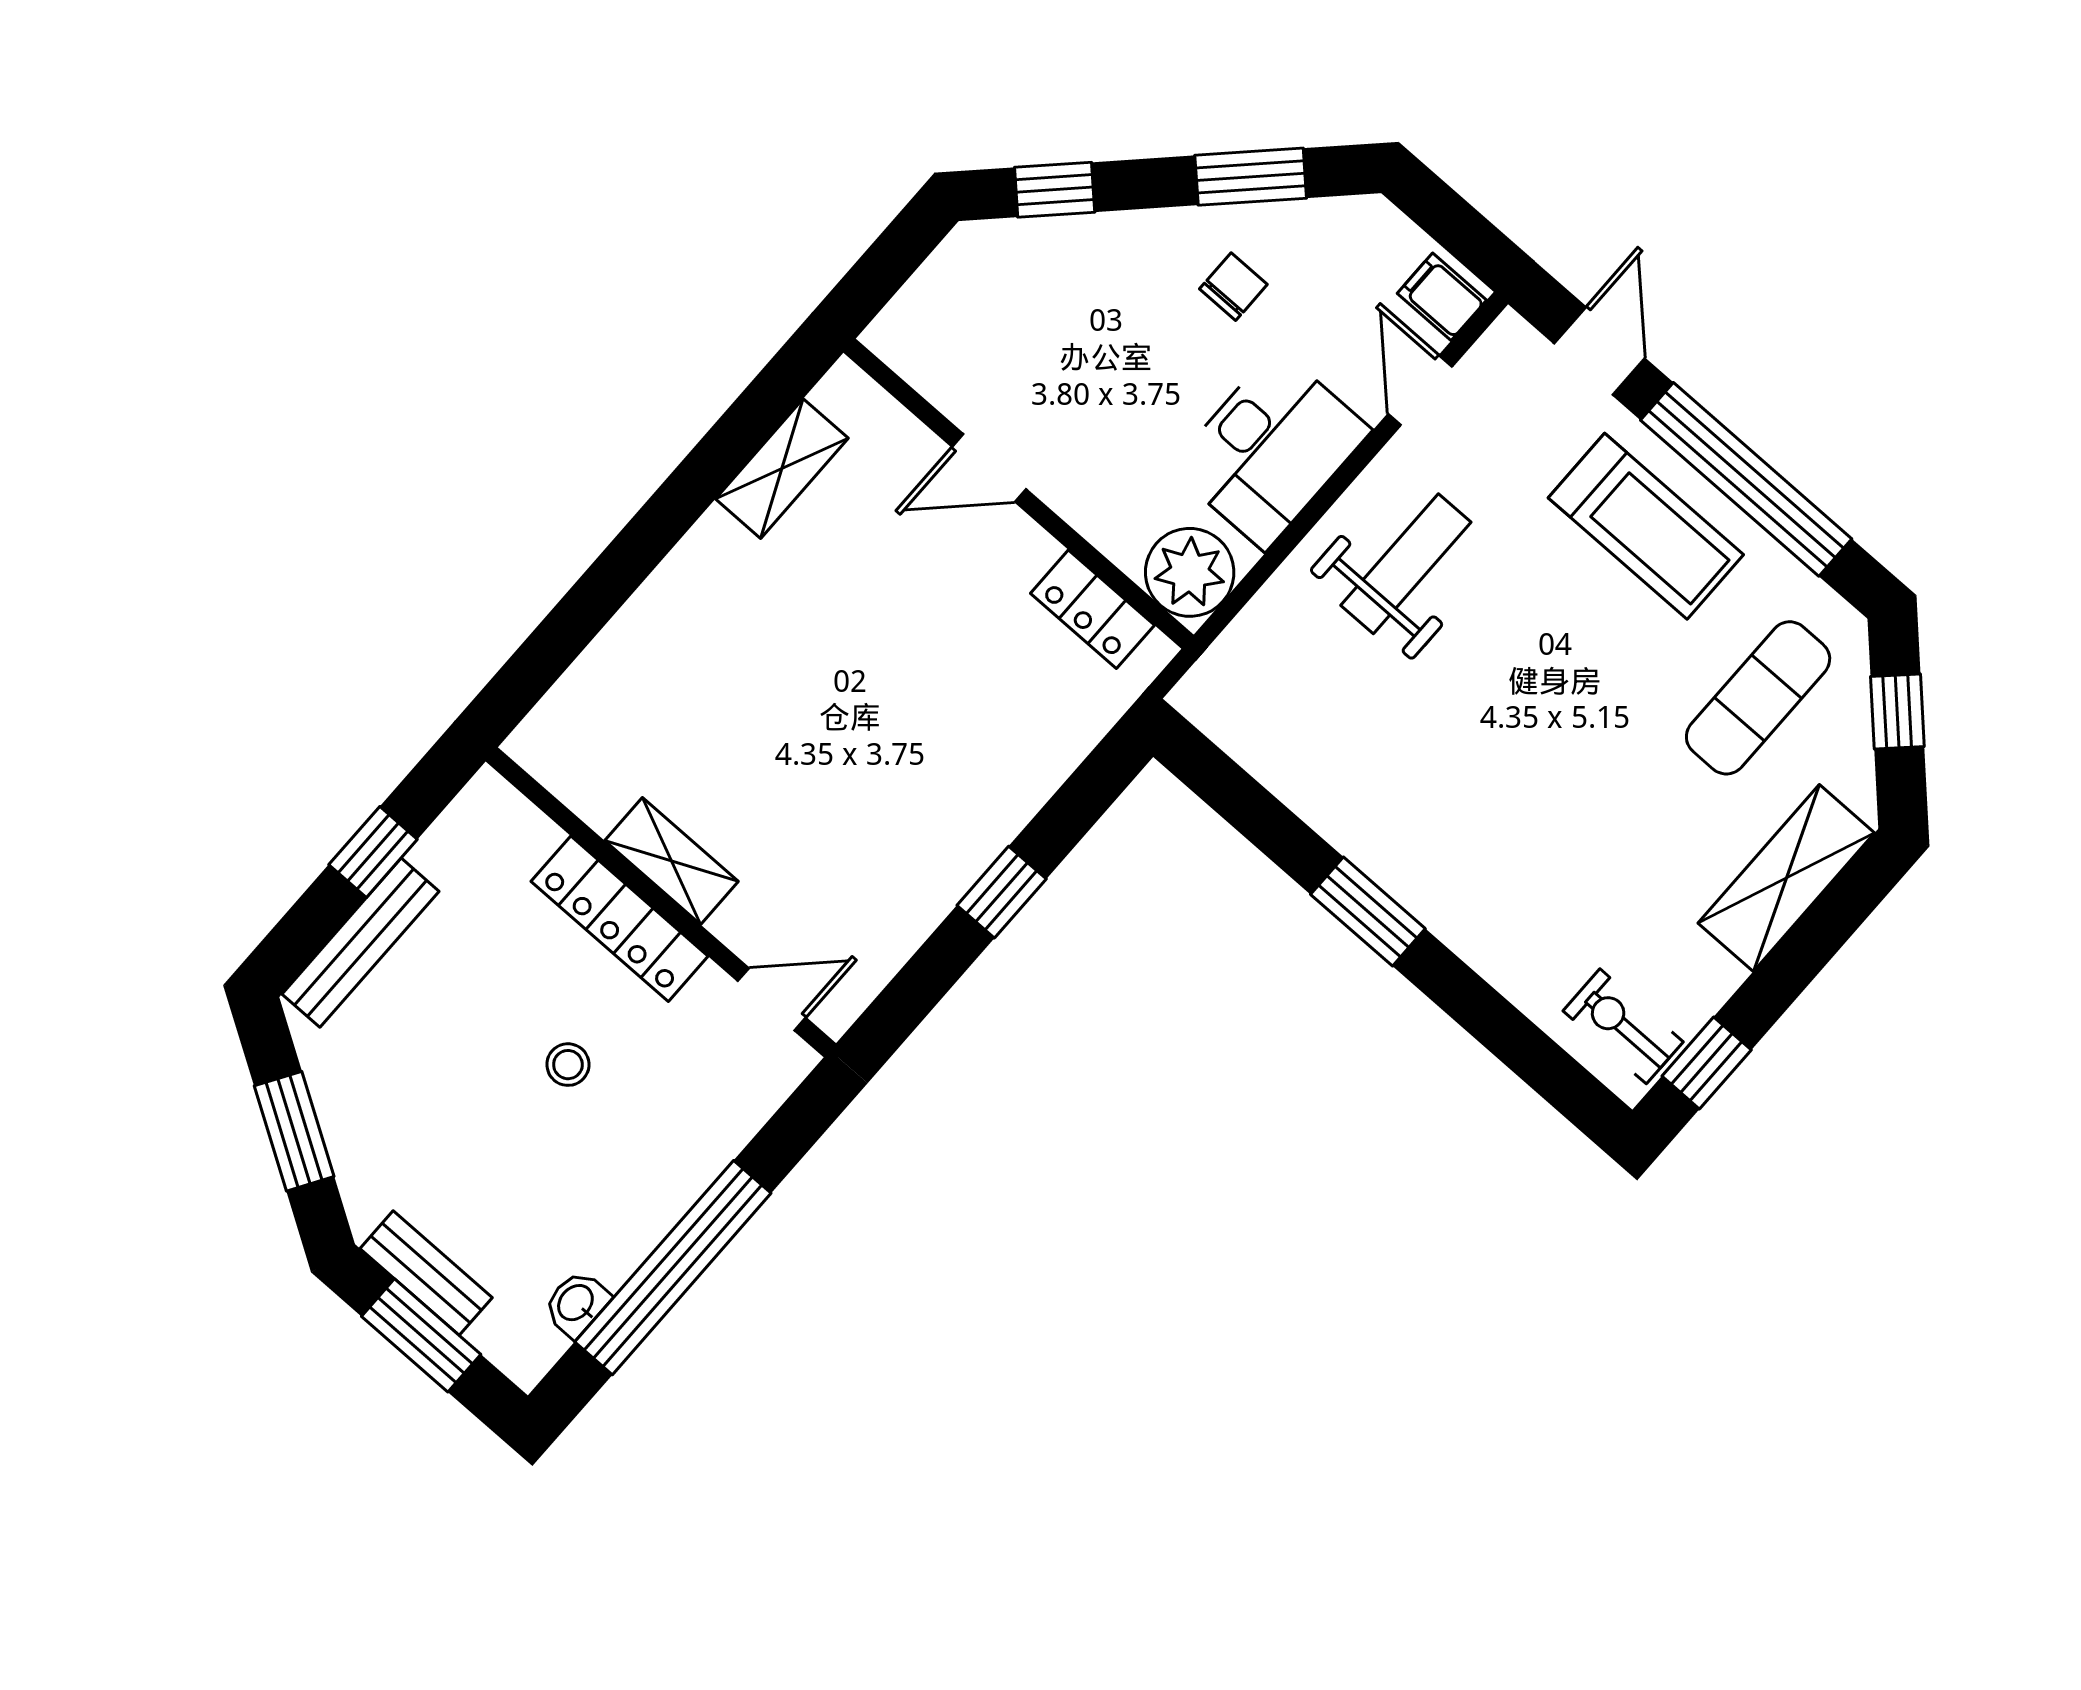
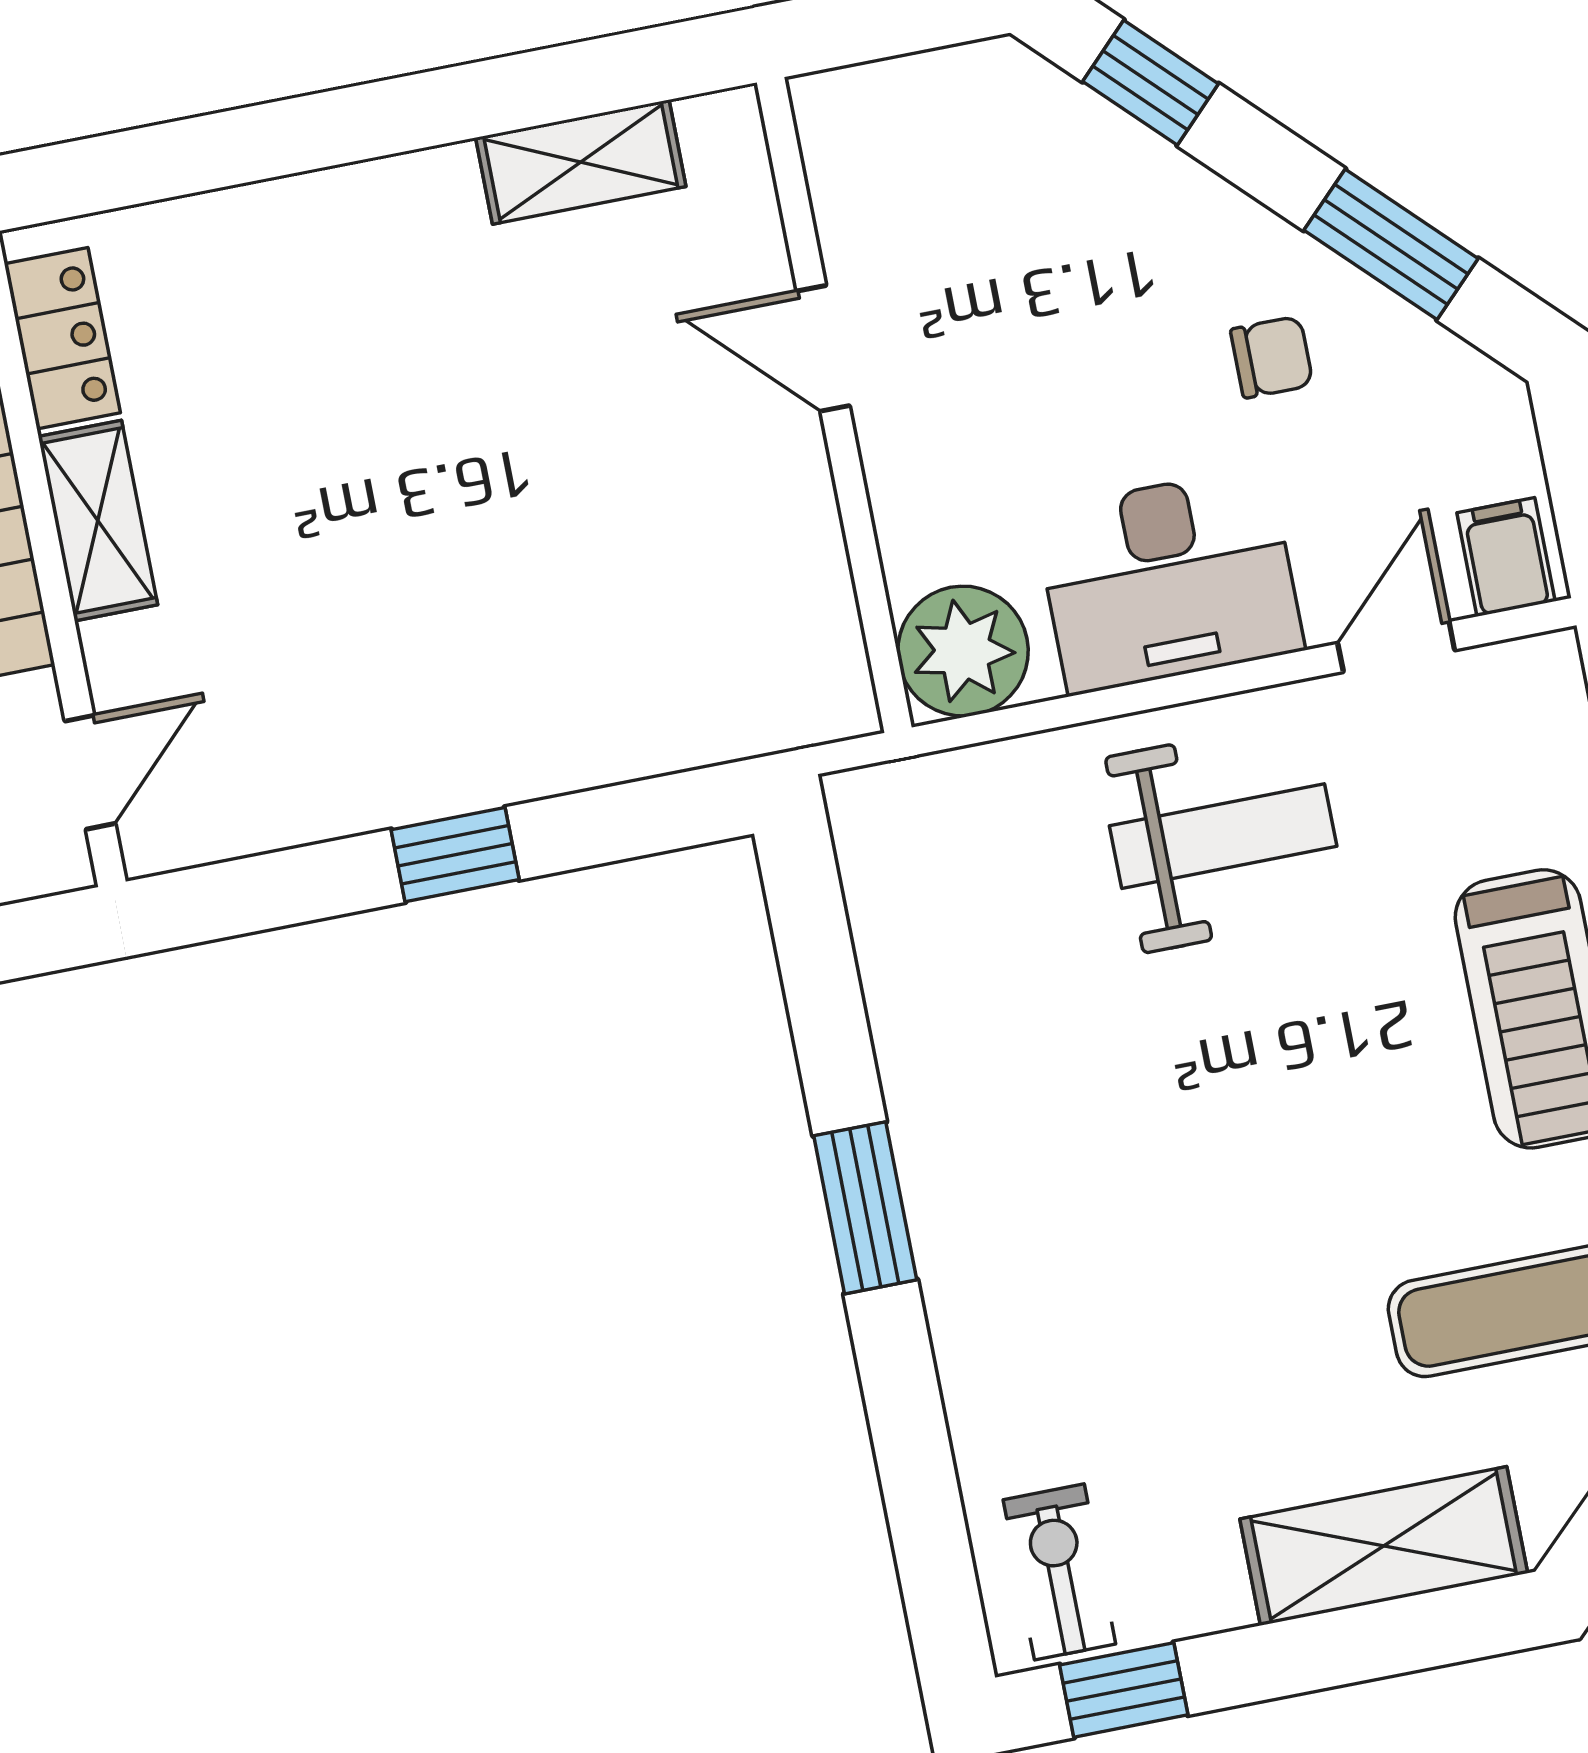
locker: (1092, 609) -> (62, 338), moved, turned 180
door: (772, 999) -> (90, 772), hinge flipped

